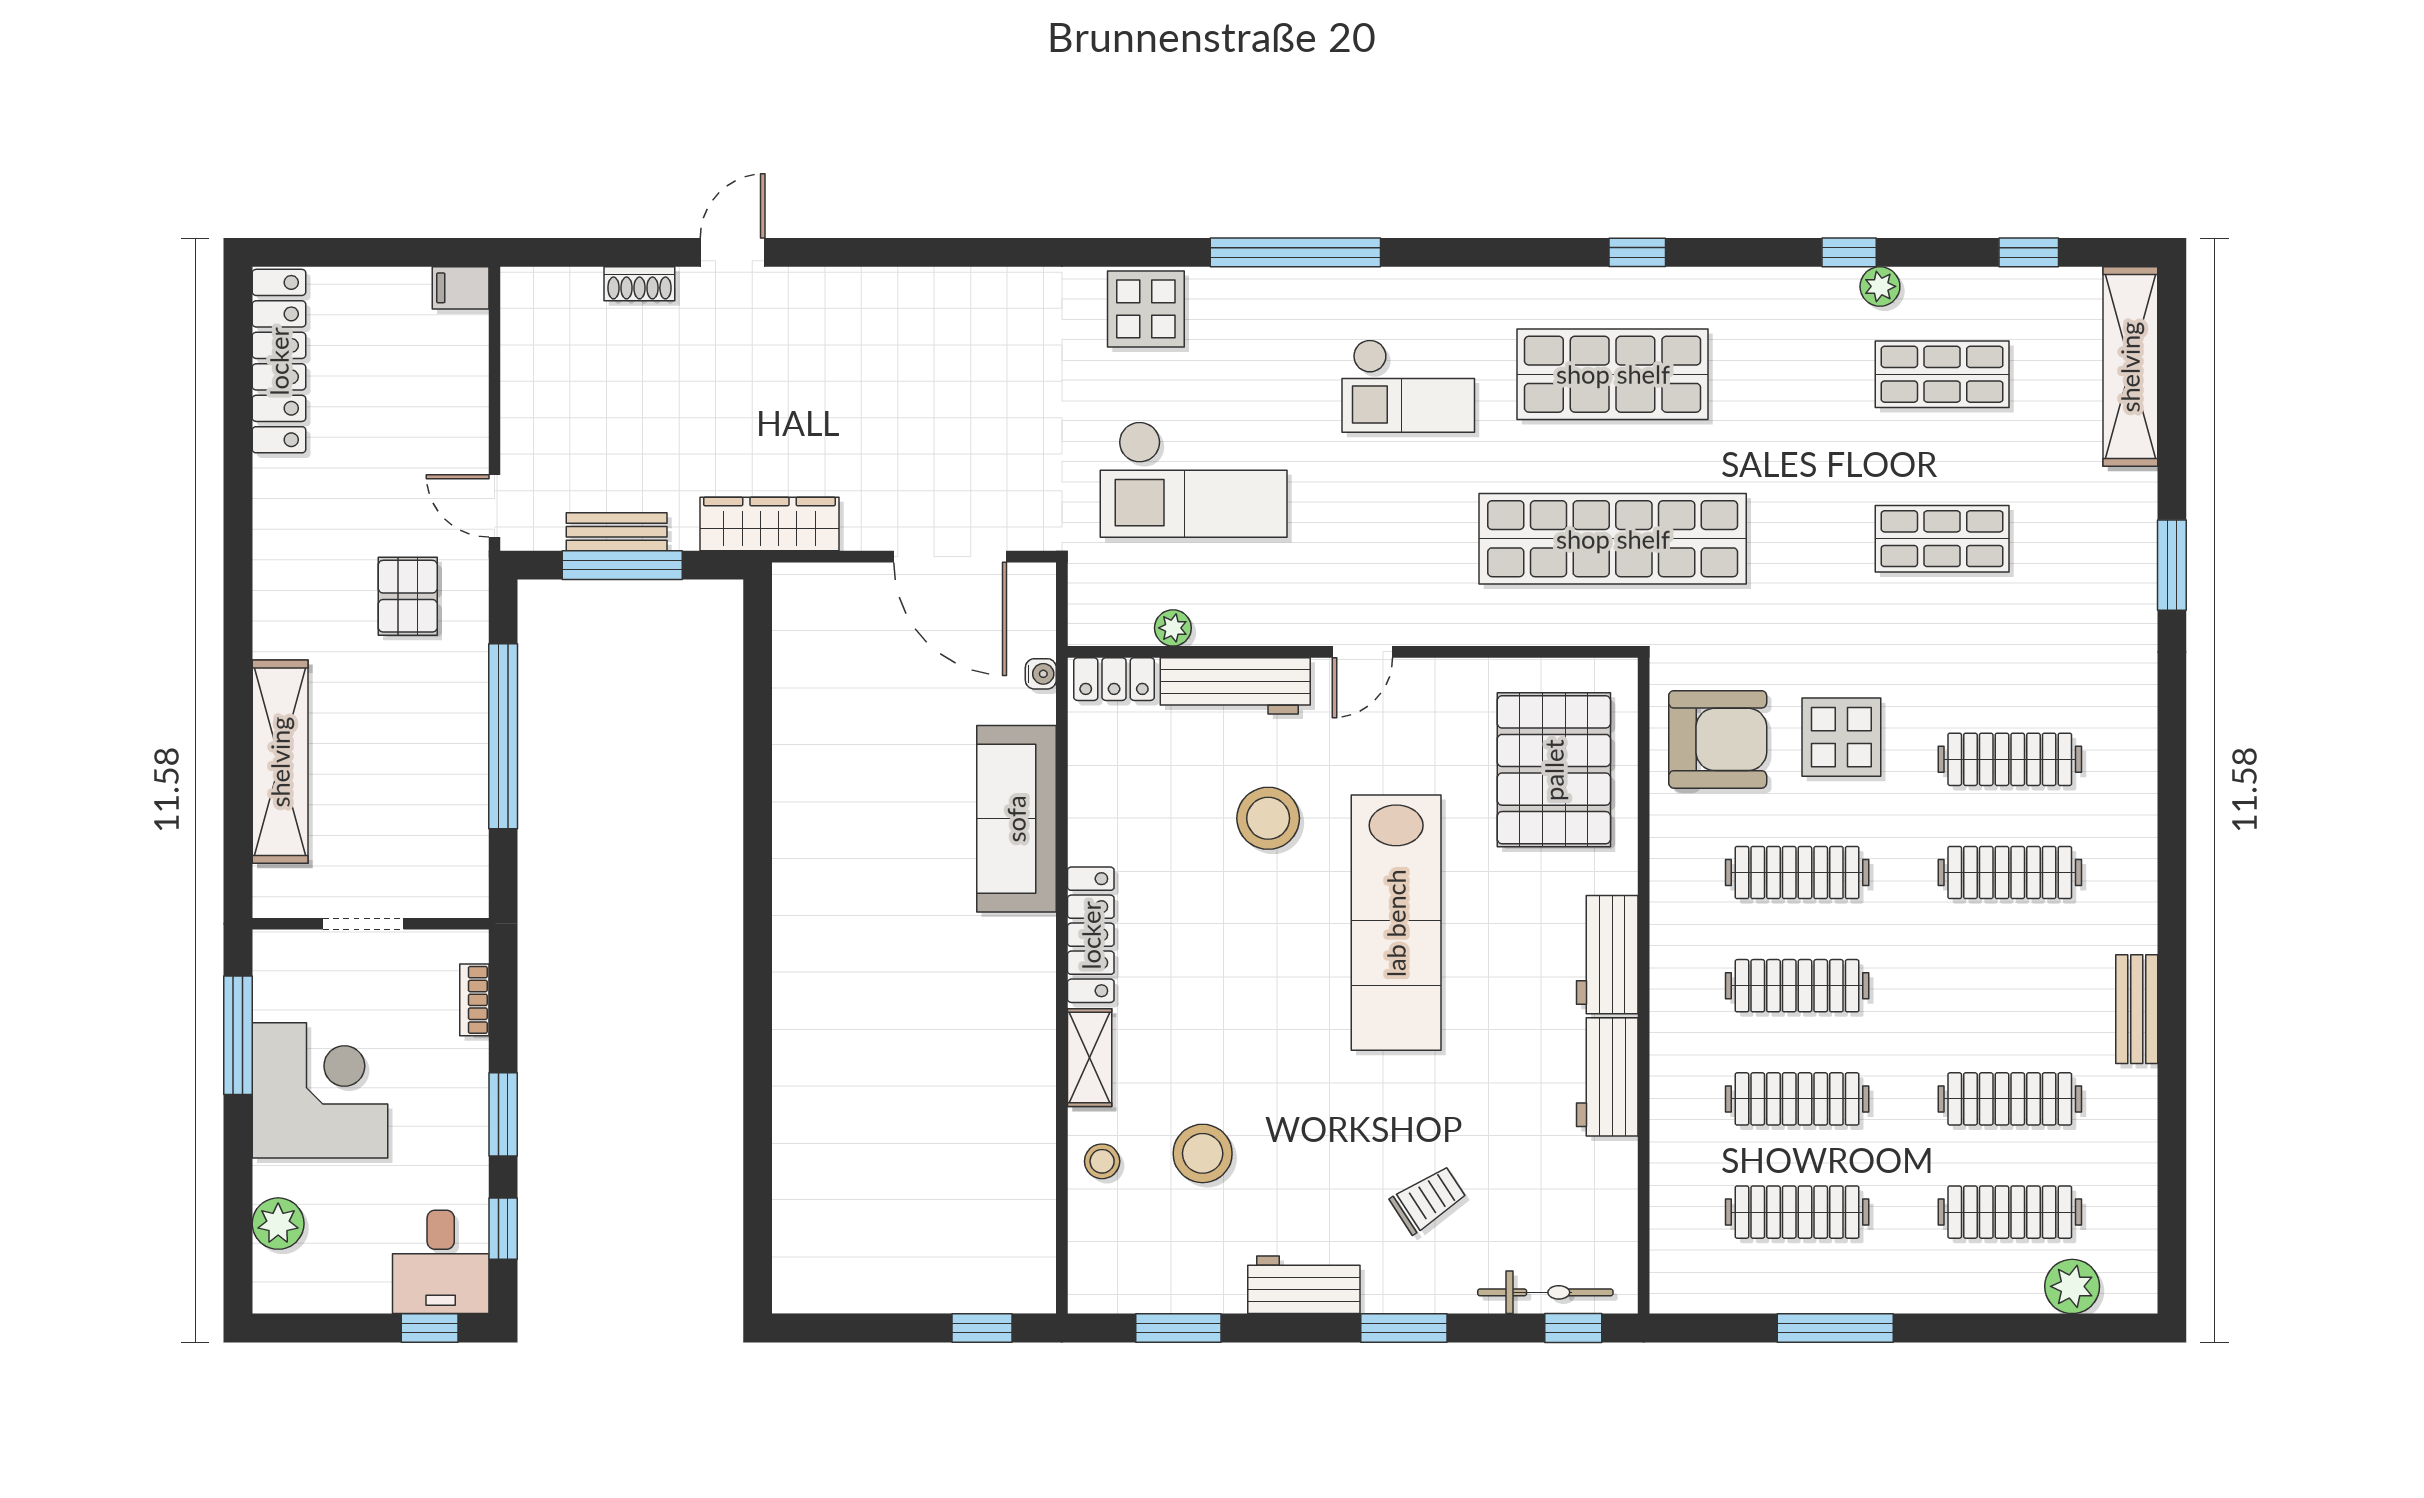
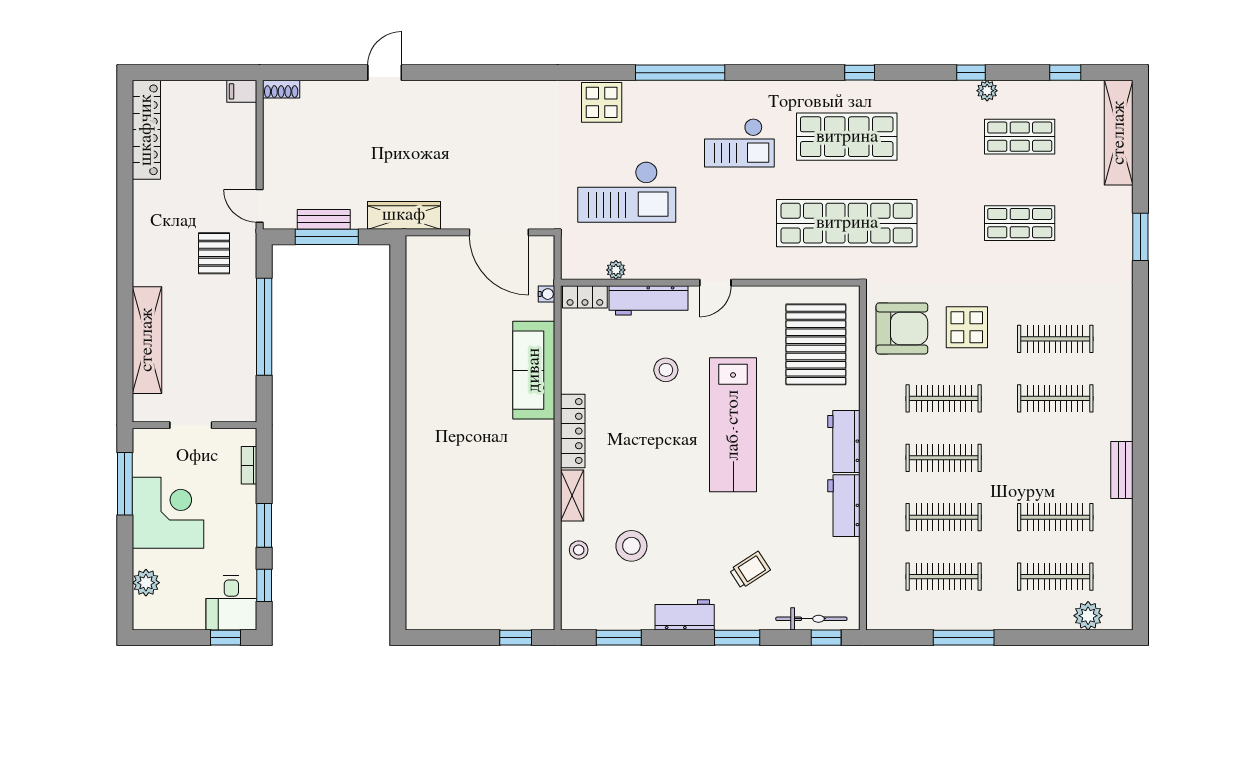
shoe rack: (639, 284) -> (281, 89), moved
stool: (1268, 818) -> (666, 370), width x0.73, depth x0.73

